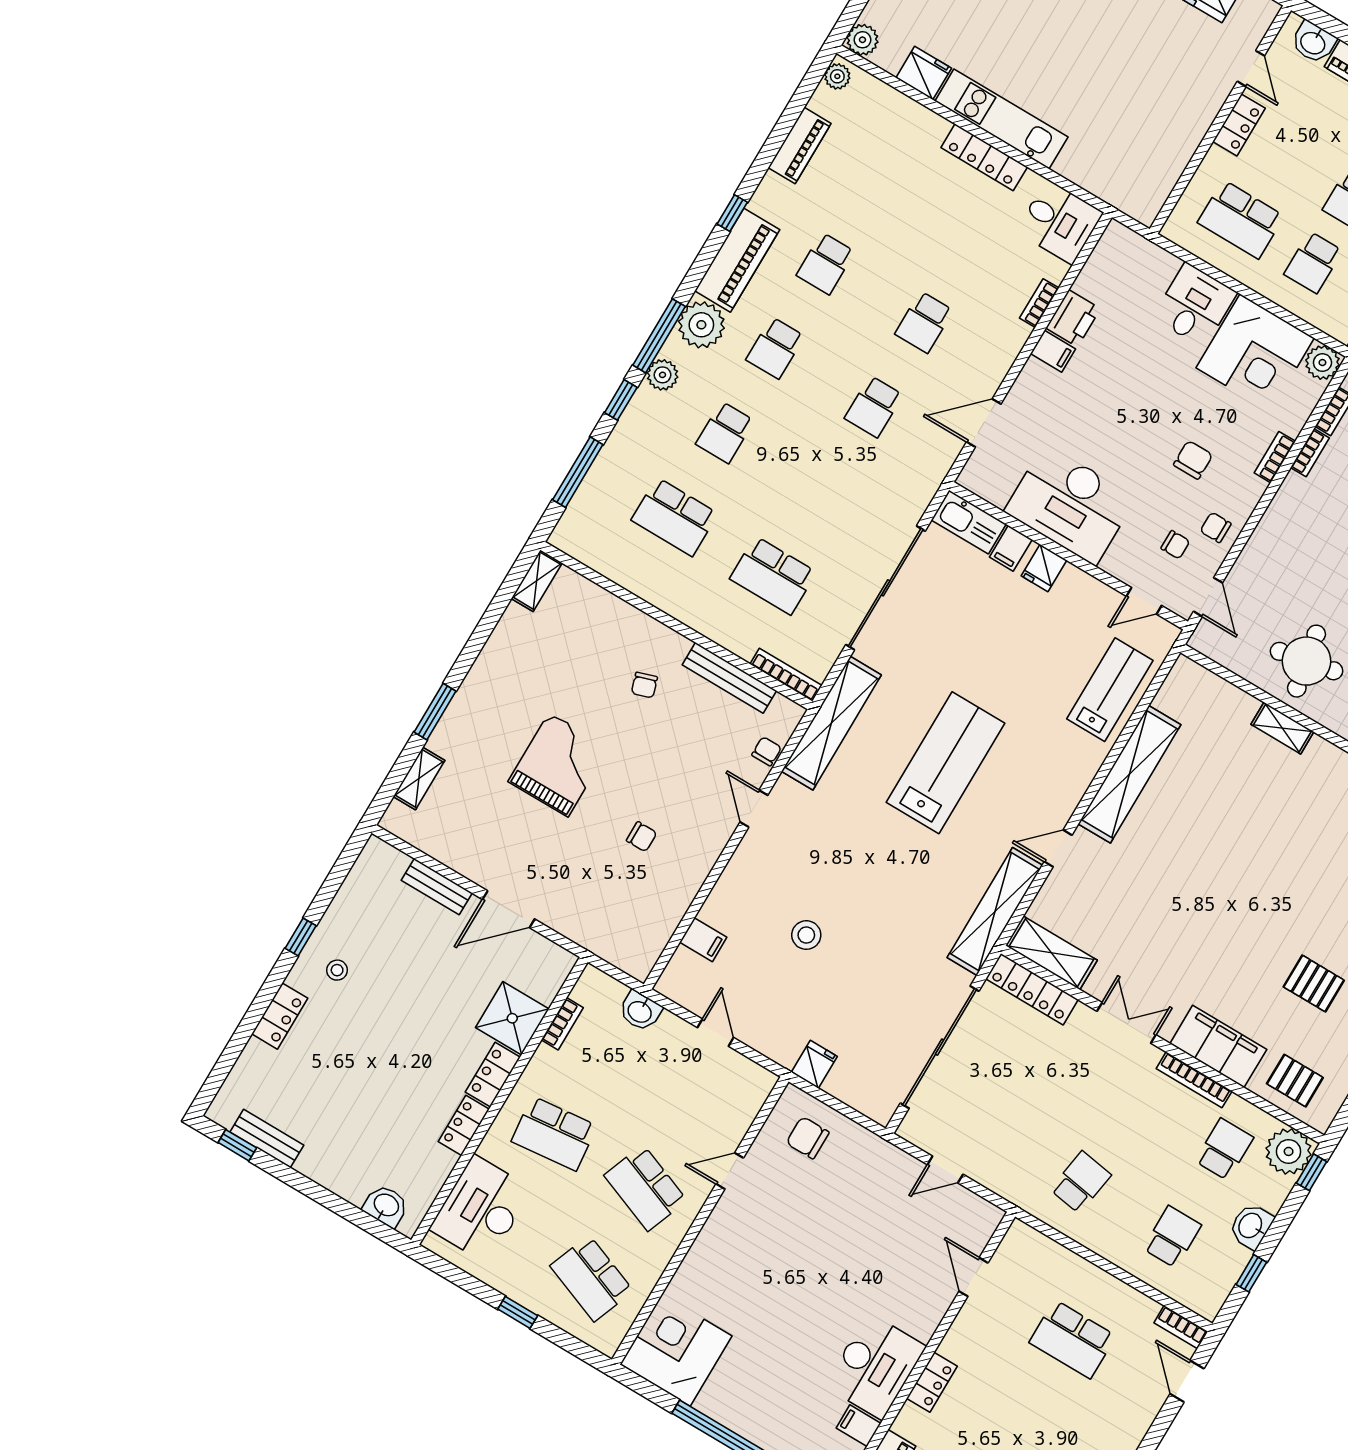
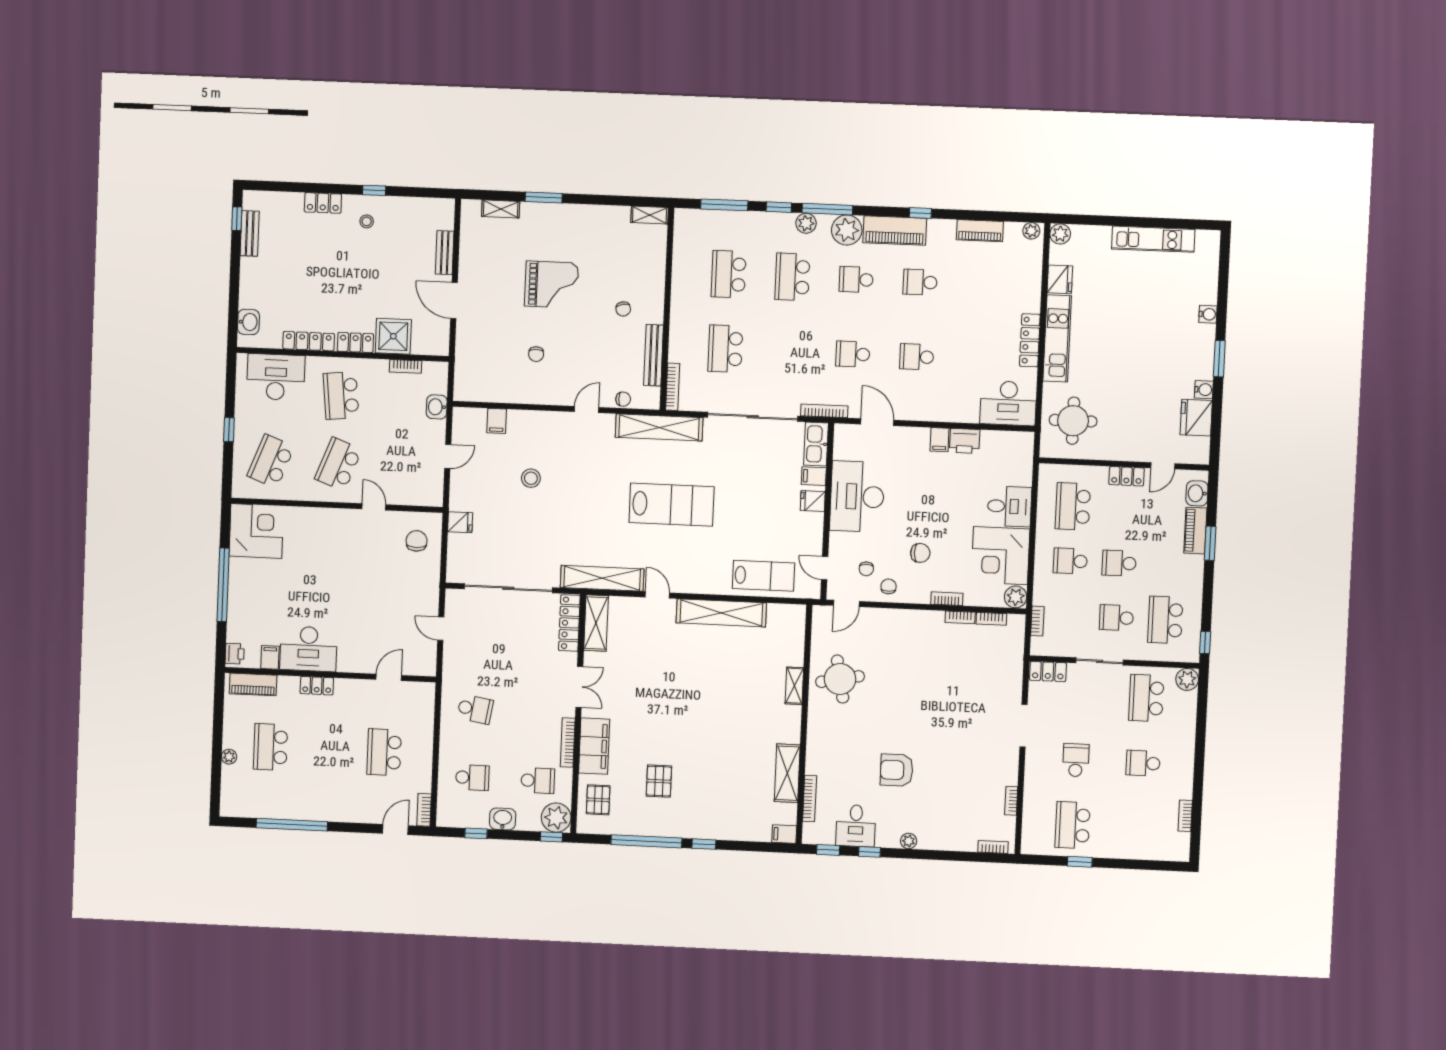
round table: (1125, 157) -> (1073, 421), added
desk: (1060, 222) -> (1008, 403), width x1.37
bookcase: (1039, 303) -> (824, 411), moved, width x1.56
school desk: (725, 432) -> (792, 277), width x1.85
chair: (644, 685) -> (623, 309), turned -84
locker: (464, 1125) -> (309, 341), width x1.53

